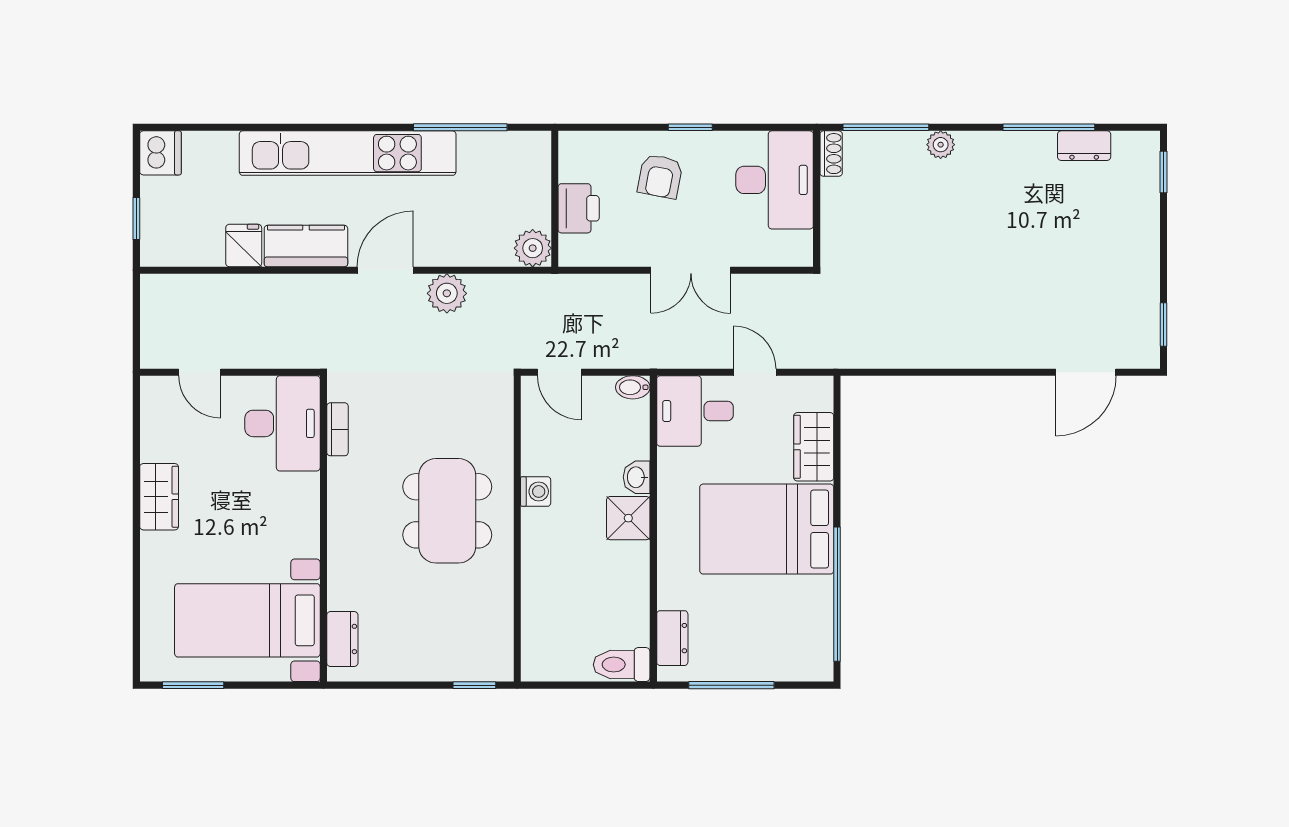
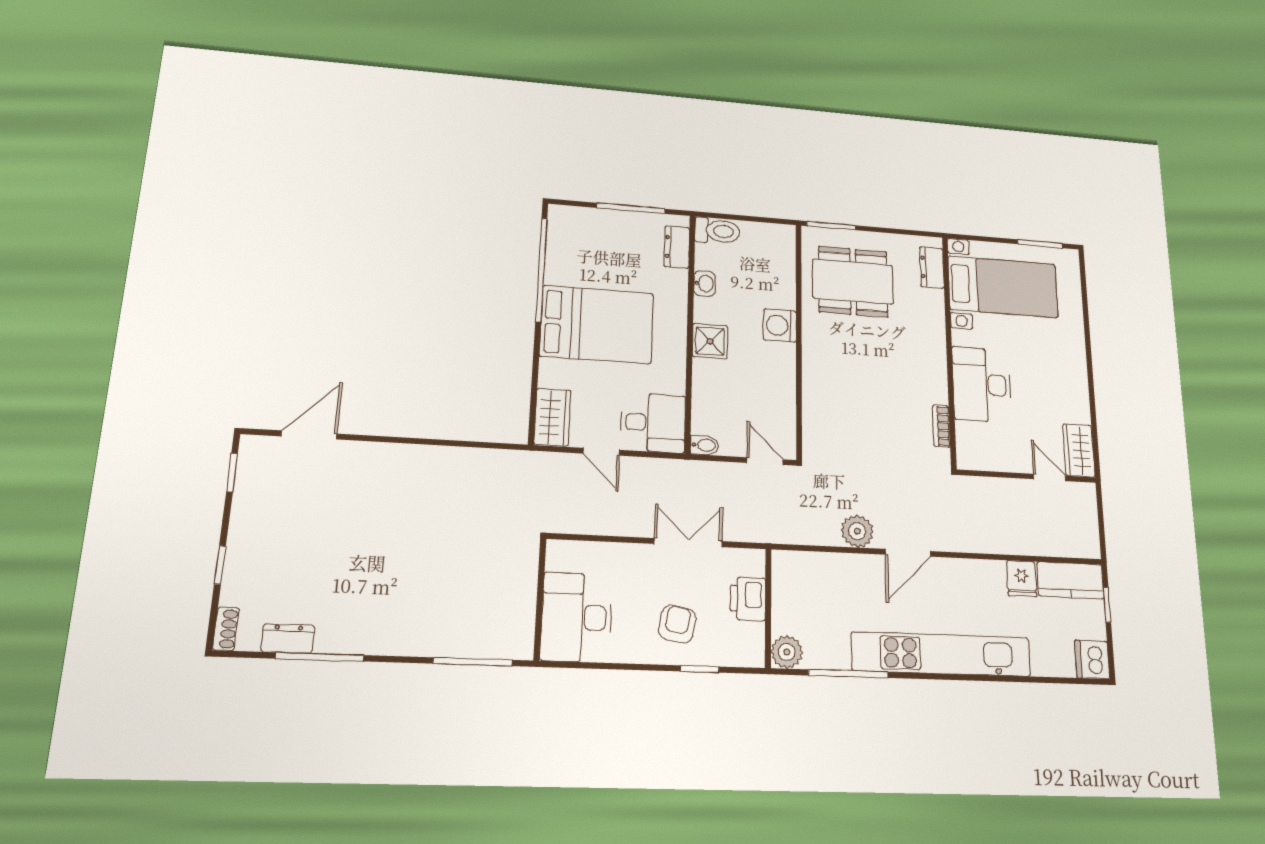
window: (690, 127) -> (700, 669), moved
plant: (941, 145) -> (423, 644), removed
shoe rack: (831, 154) -> (226, 629), moved, turned 180
window: (1164, 172) -> (220, 565), moved
kitchen counter: (306, 246) -> (1070, 580), moved
plant: (533, 248) -> (787, 652), moved
double door: (691, 270) -> (688, 543), moved
desk: (282, 423) -> (982, 385), moved
wardrobe: (814, 447) -> (553, 417), moved
washbasin: (637, 477) -> (704, 284), moved
washing machine: (536, 491) -> (780, 325), moved, width x1.38, depth x1.38
wardrobe: (159, 497) -> (1079, 450), moved
dining table: (447, 511) -> (853, 282), moved, turned 90
window: (474, 685) -> (831, 226), width x1.50

